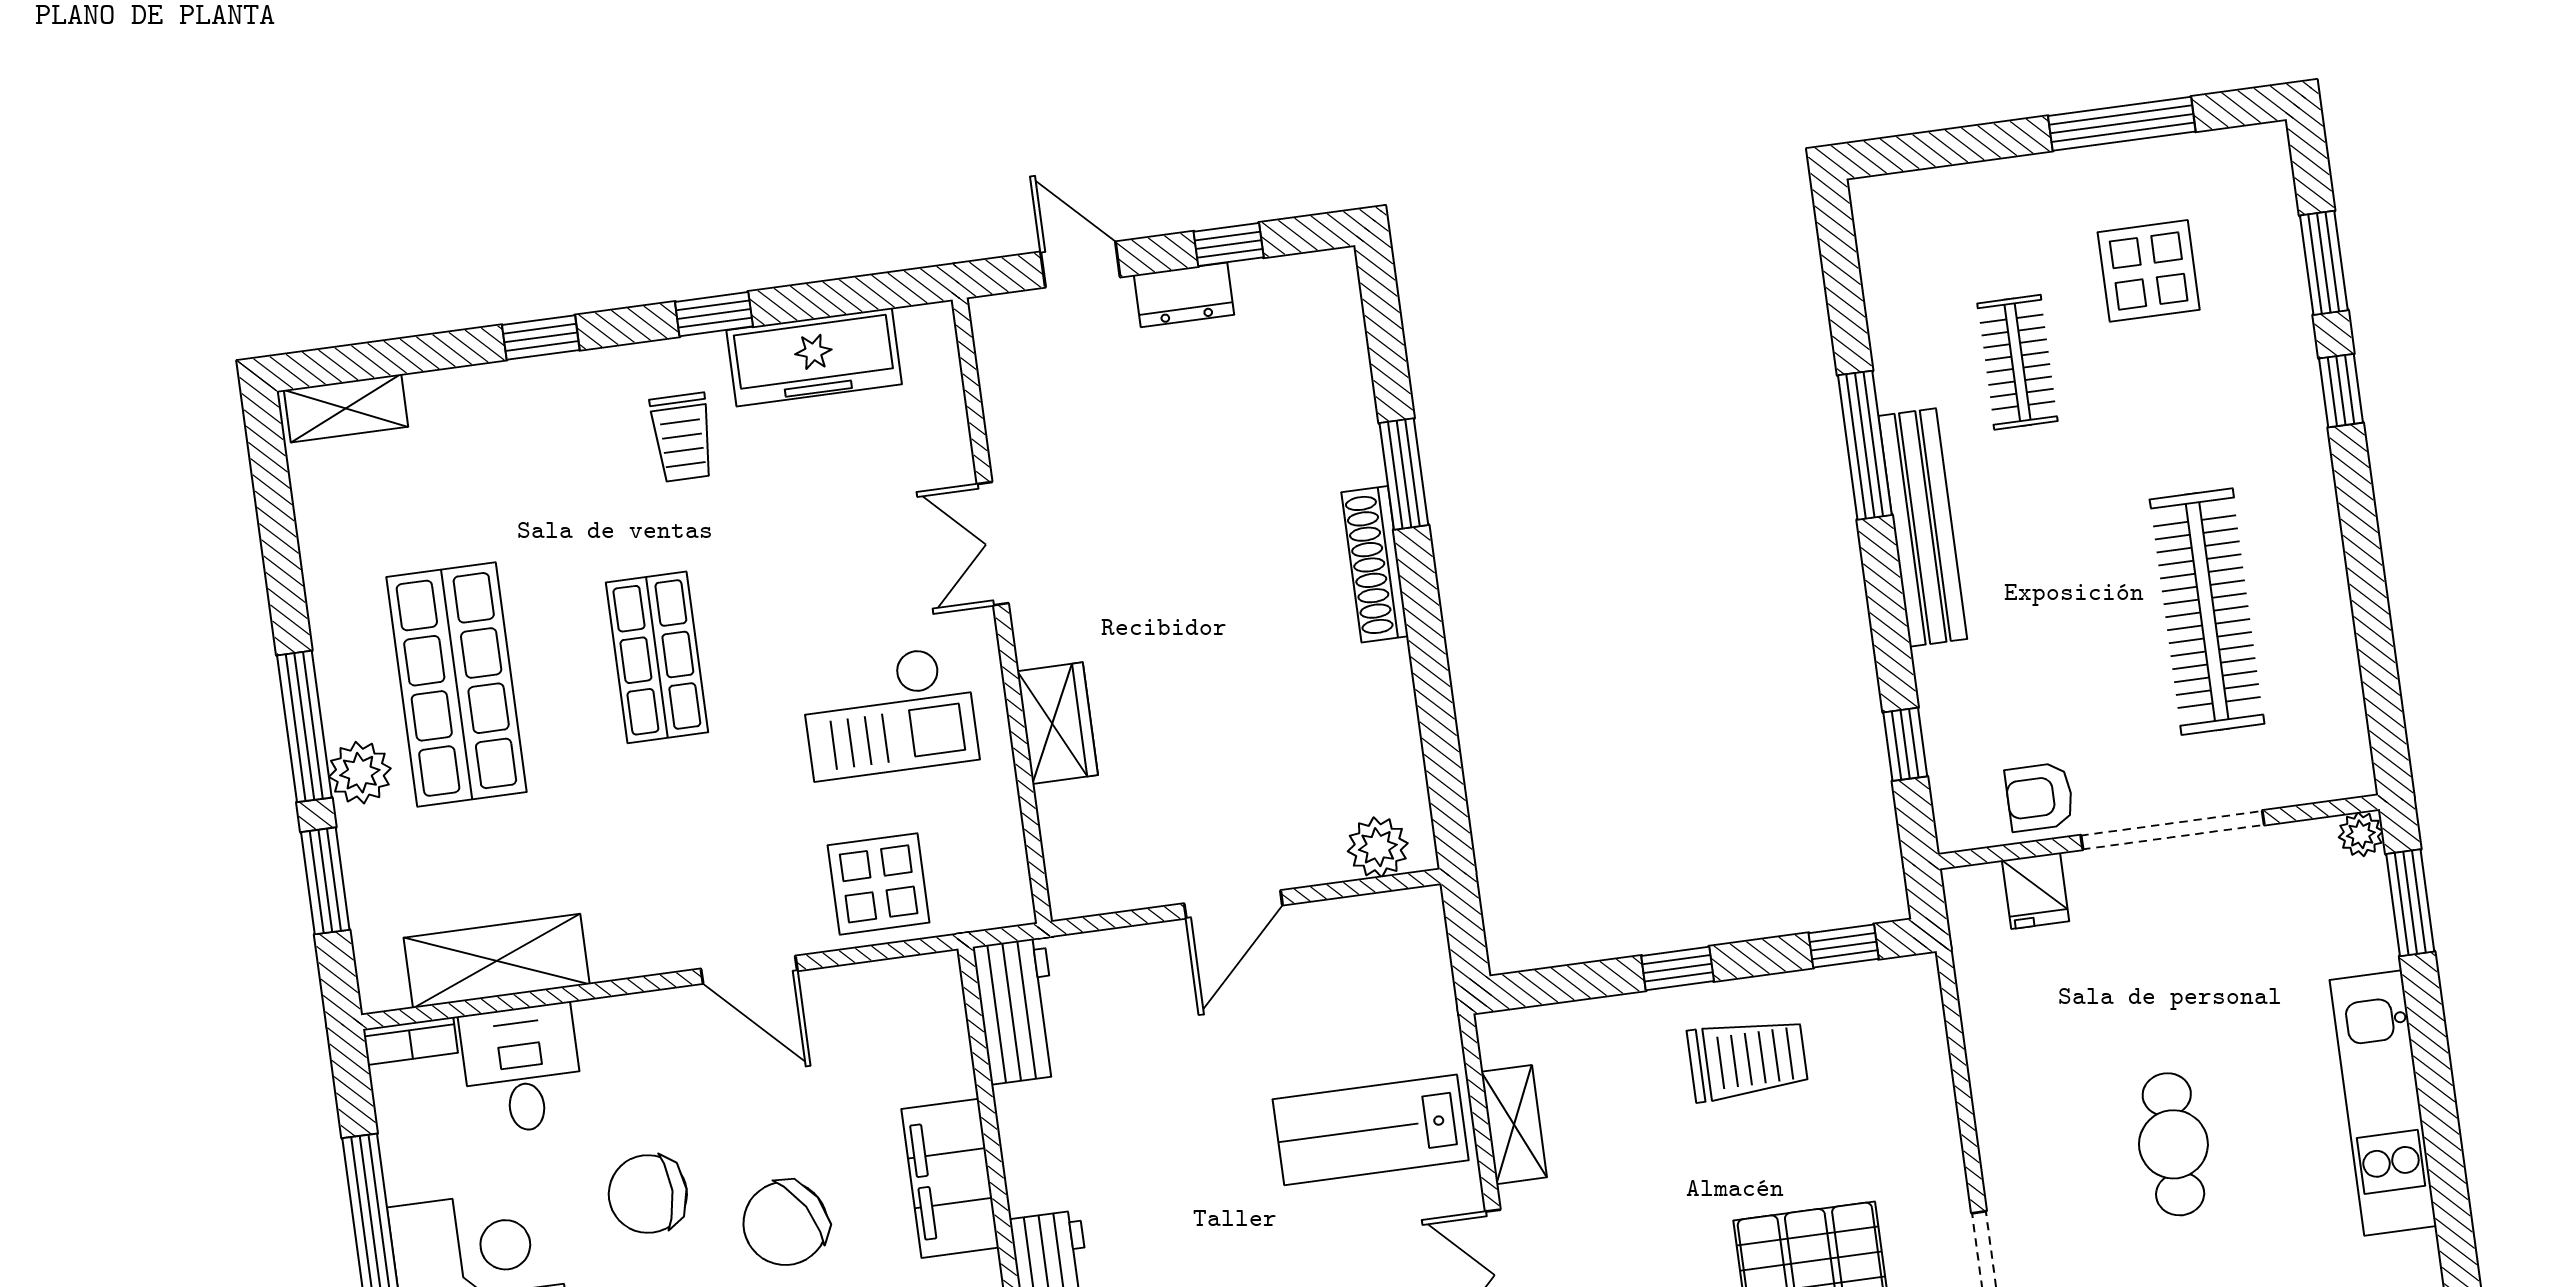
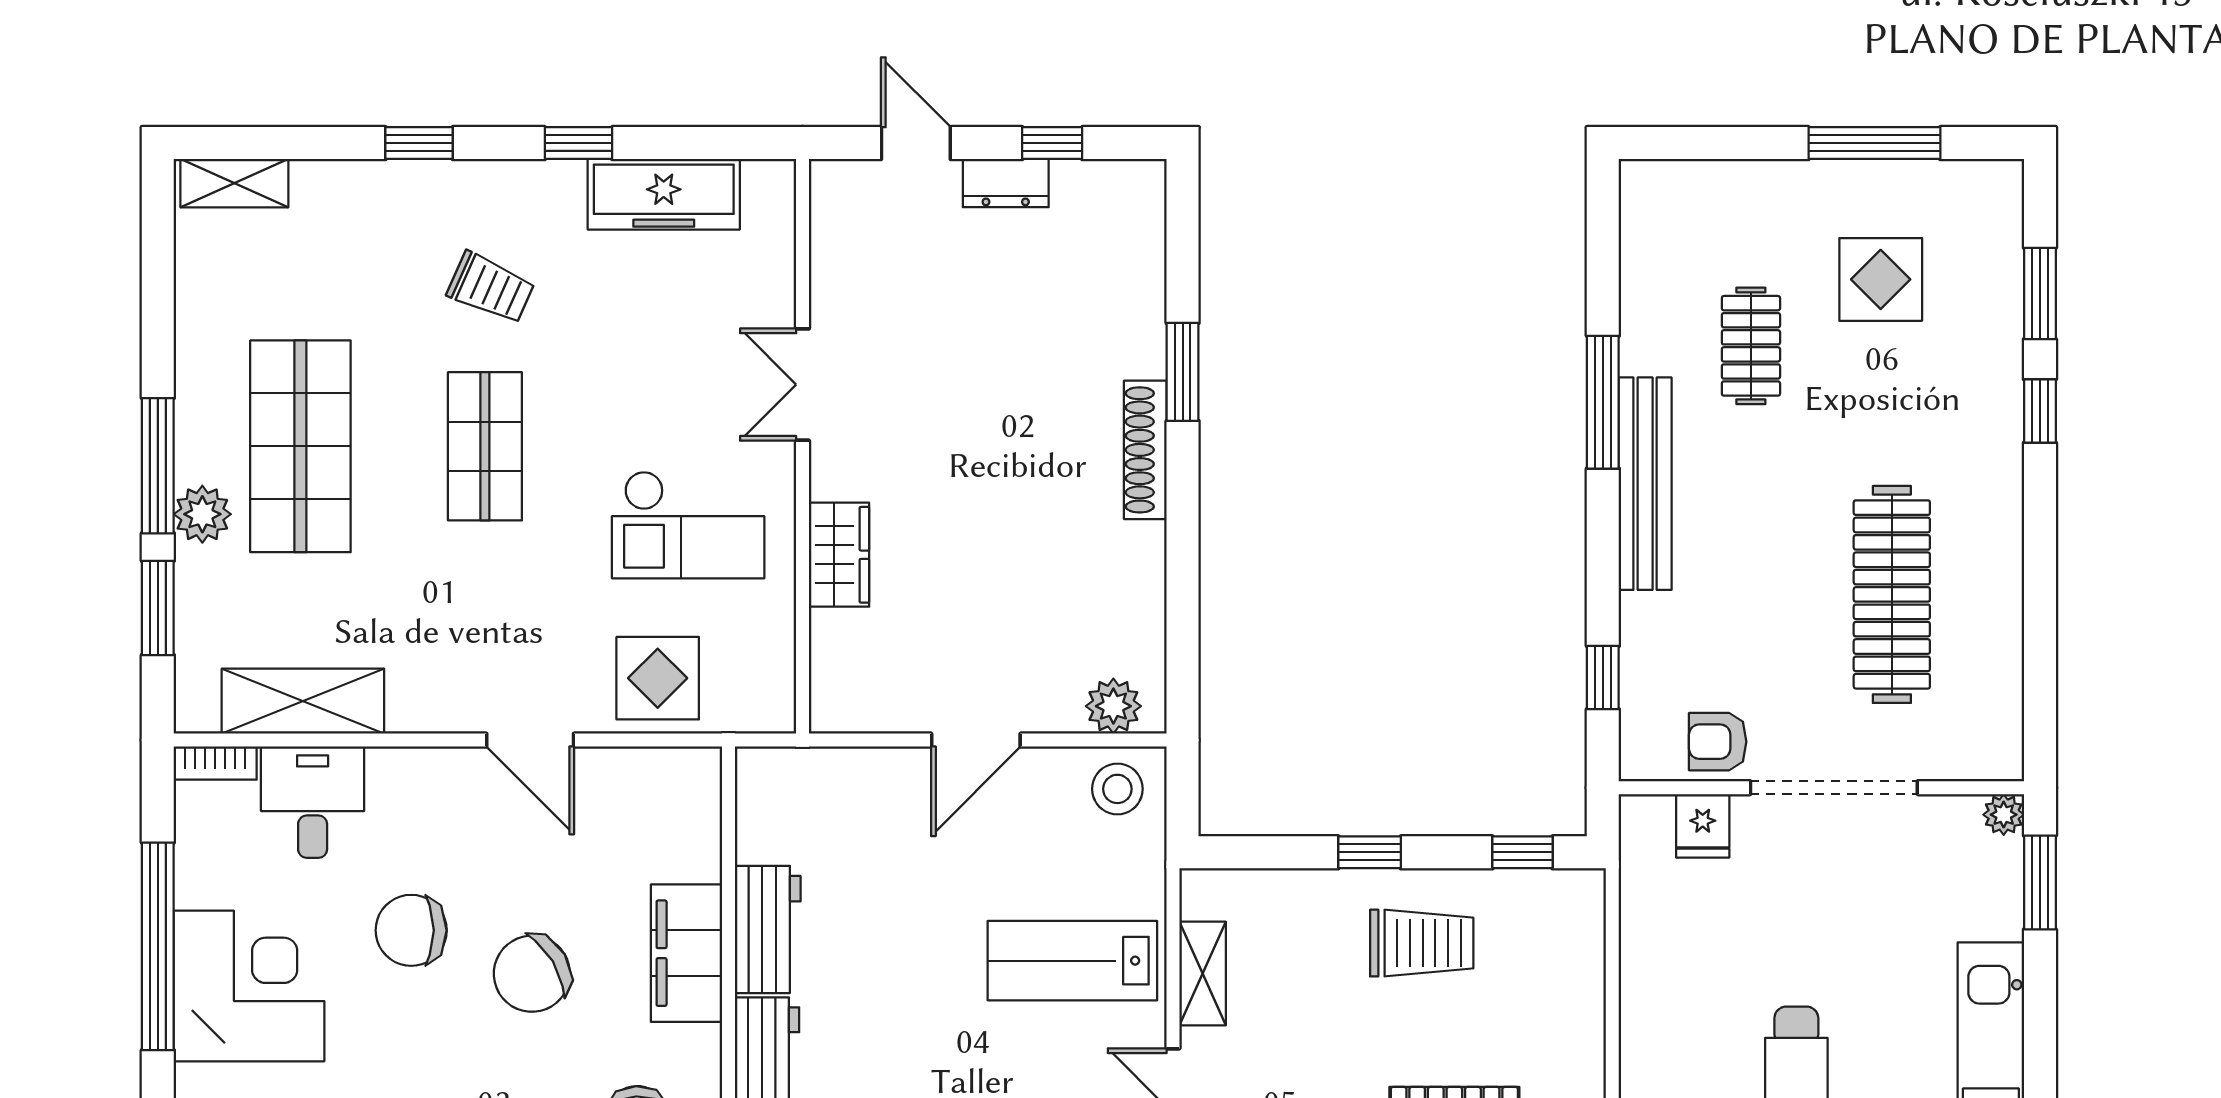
trolley: (682, 437) -> (491, 288), moved, turned -66
stool: (1394, 937) -> (1117, 789), added
workbench: (1017, 1011) -> (768, 929), moved

